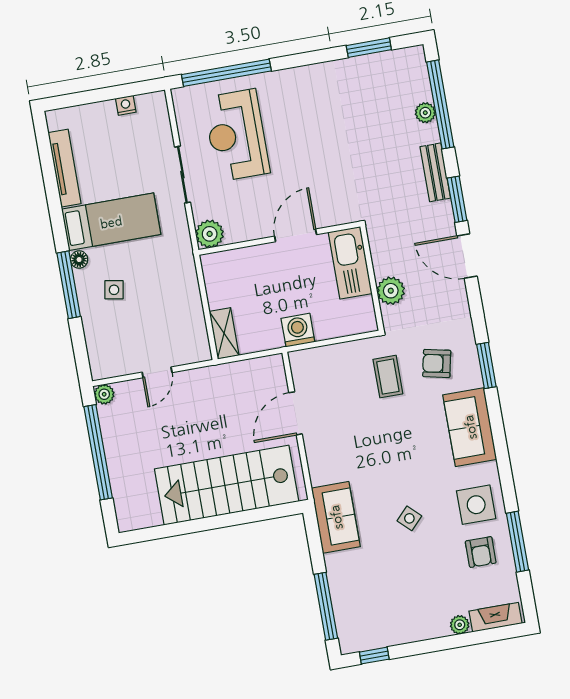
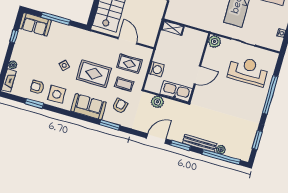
window: (226, 73) -> (270, 95), moved
bench: (435, 172) -> (200, 143), width x1.36
door: (296, 235) -> (197, 75), hinge flipped
washing machine: (298, 330) -> (156, 69), moved
rug: (341, 386) -> (129, 64), added
rug: (397, 449) -> (94, 74), added
sofa: (336, 517) -> (35, 24), moved
window: (517, 542) -> (34, 104), width x0.69
window: (326, 606) -> (56, 19), moved
window: (374, 656) -> (14, 36), moved

